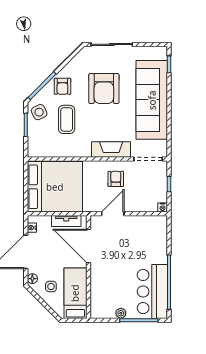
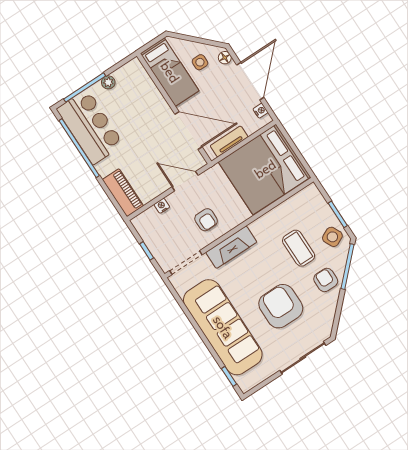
nightstand: (163, 208) -> (162, 206), moved
door: (113, 214) -> (185, 181), swing flipped
piano: (159, 233) -> (123, 193), added

